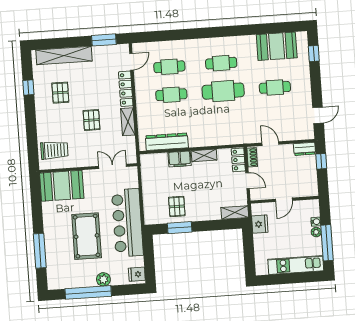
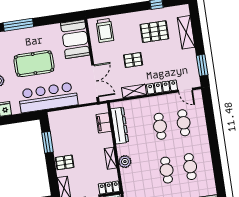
shelving: (64, 55) -> (186, 32), width x0.68
cafe table: (223, 91) -> (167, 170), width x0.73, depth x0.74
pallet: (60, 93) -> (154, 32), width x1.50, depth x1.42
plant: (209, 139) -> (125, 162), added
filing cabinet: (180, 159) -> (104, 123), moved
double door: (113, 166) -> (95, 81), width x1.37
pallet: (177, 206) -> (65, 162), moved

